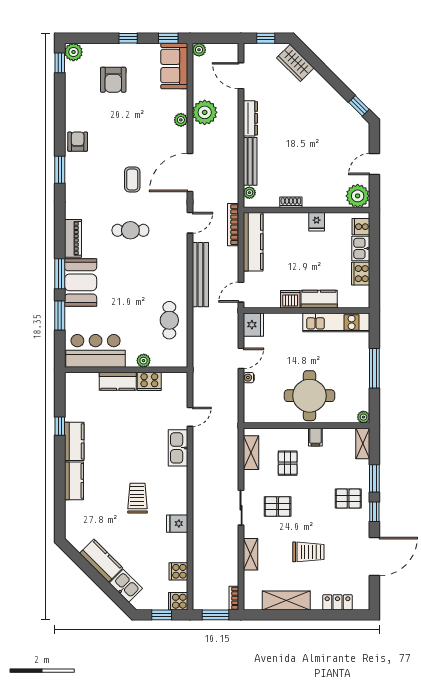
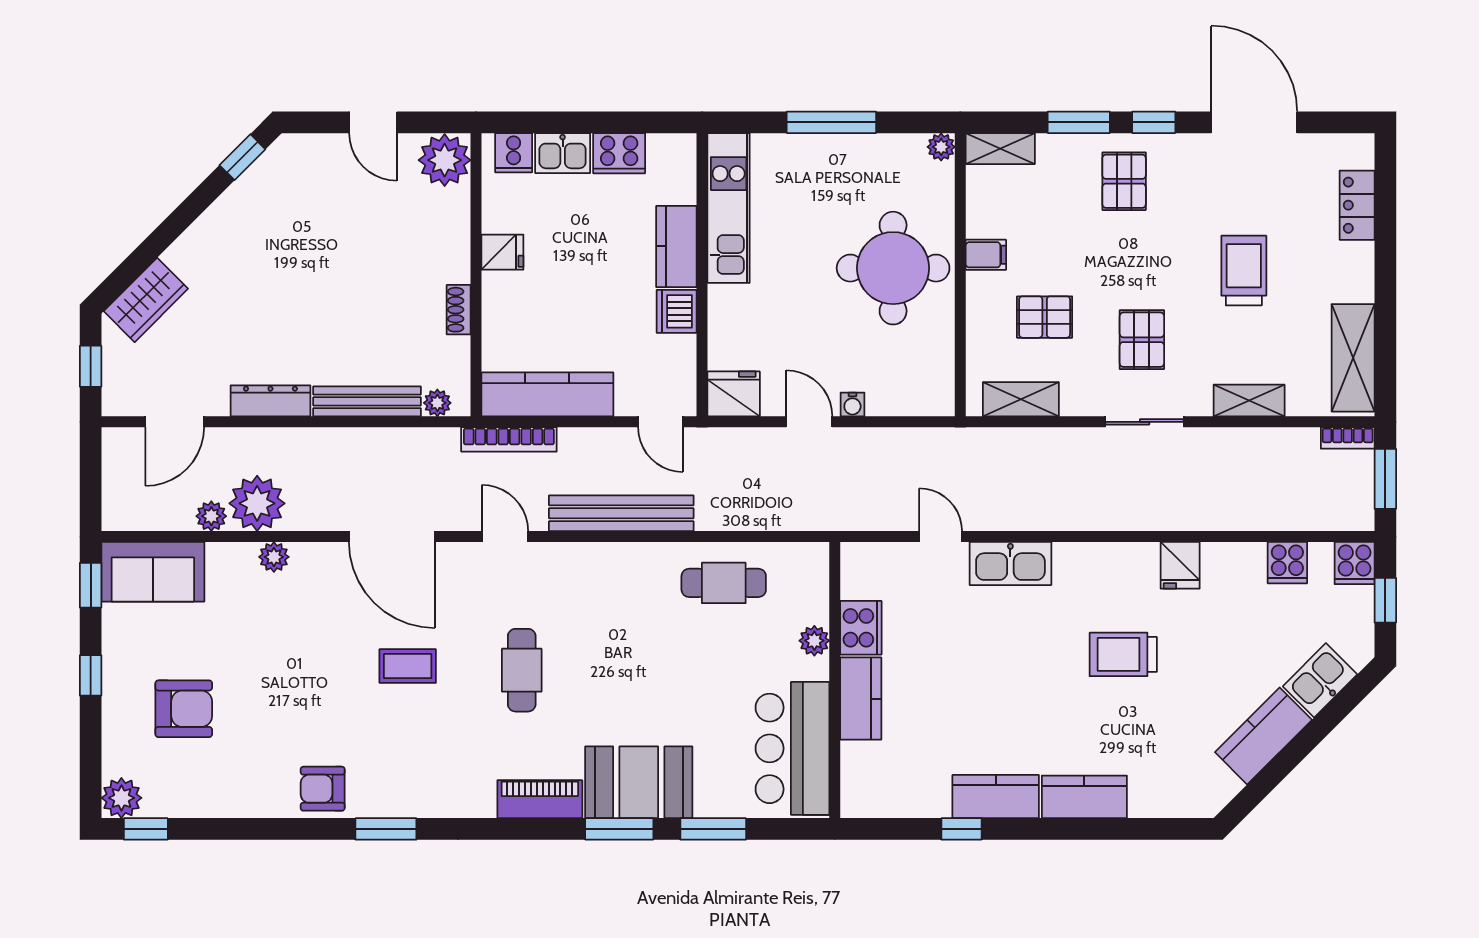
plant: (199, 50) -> (211, 516), moved
shelving: (286, 601) -> (1353, 358), moved

